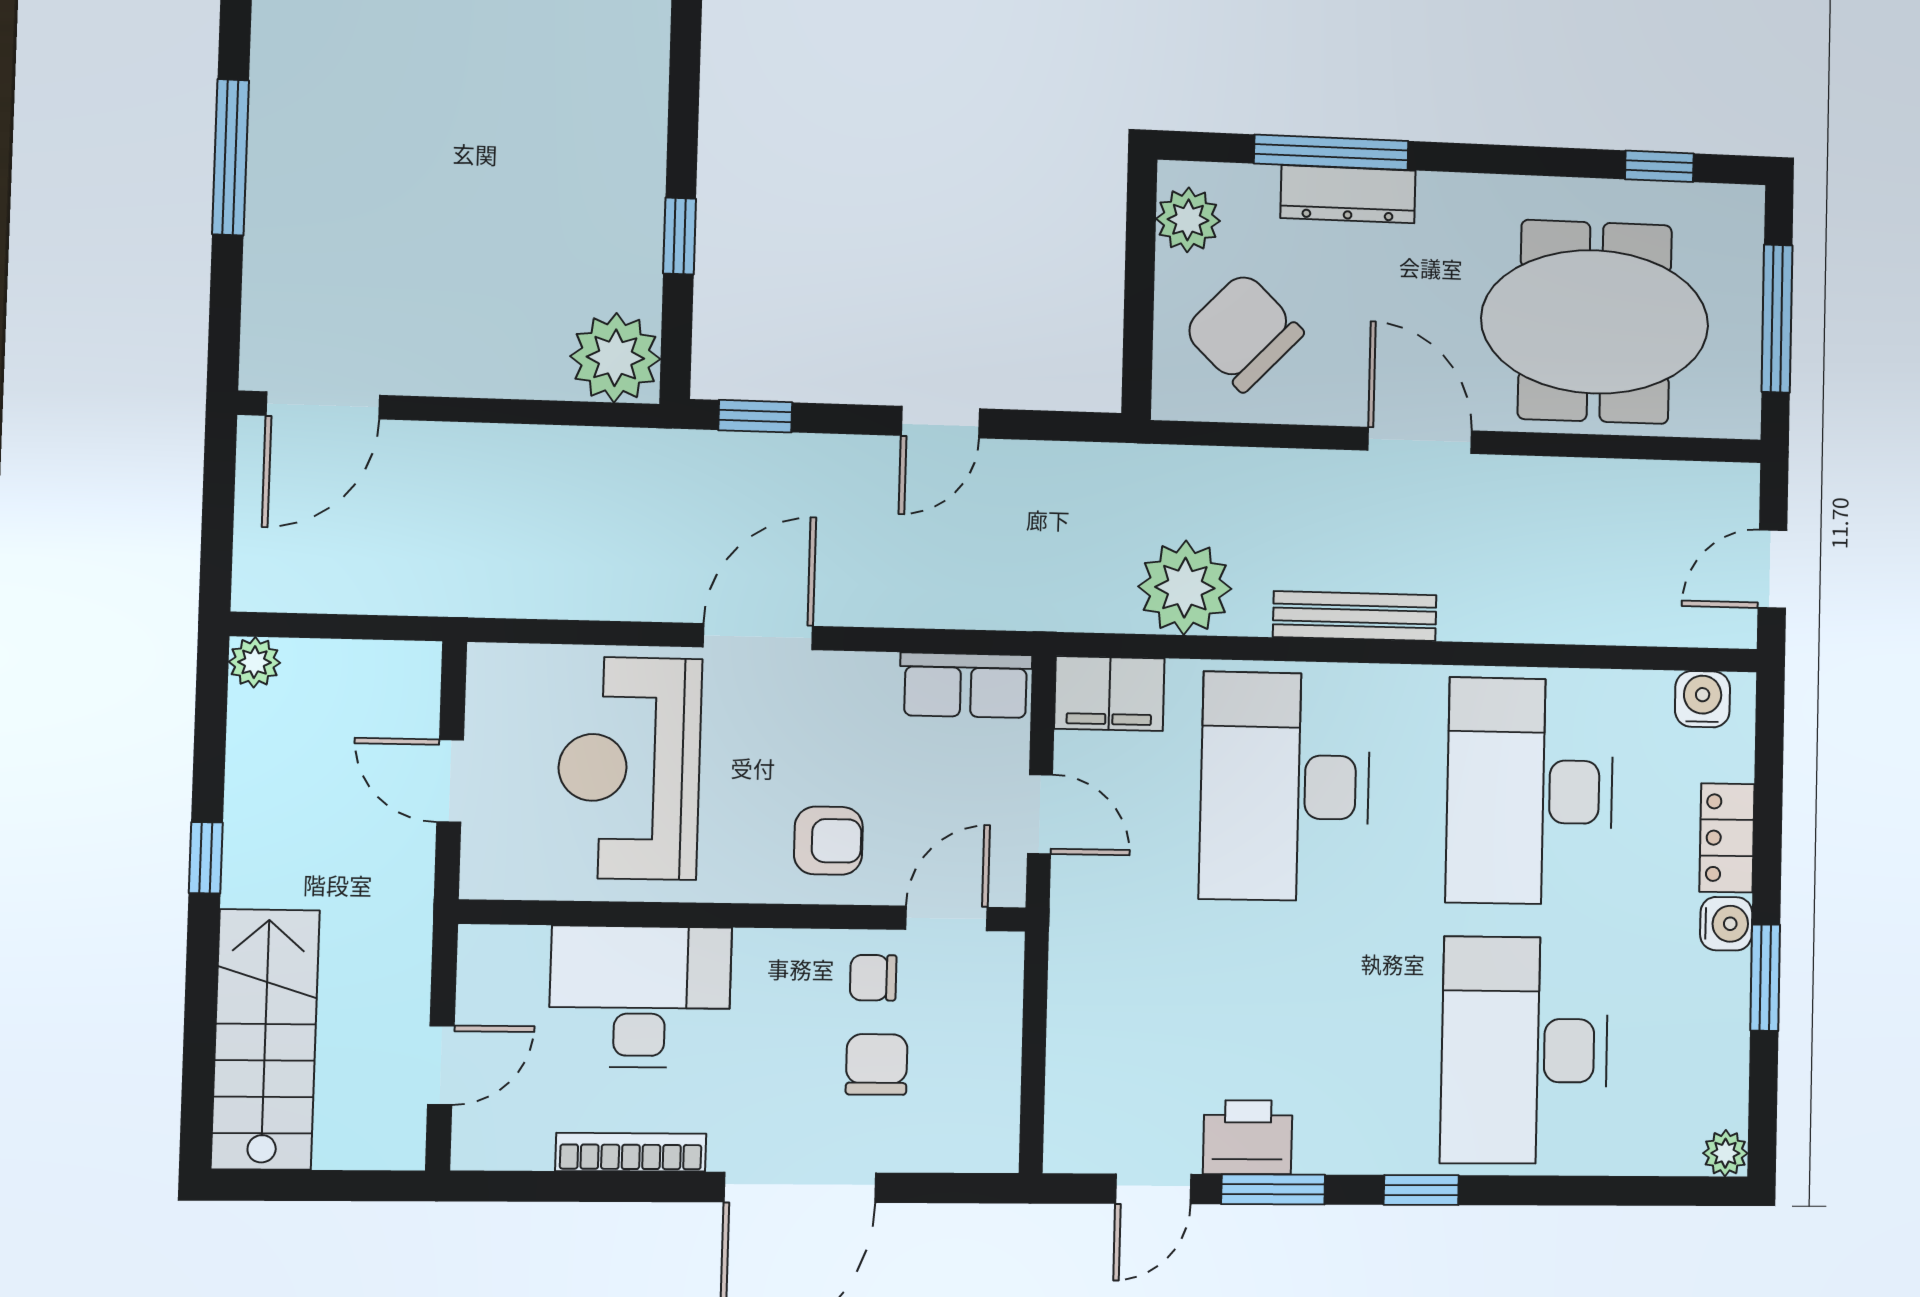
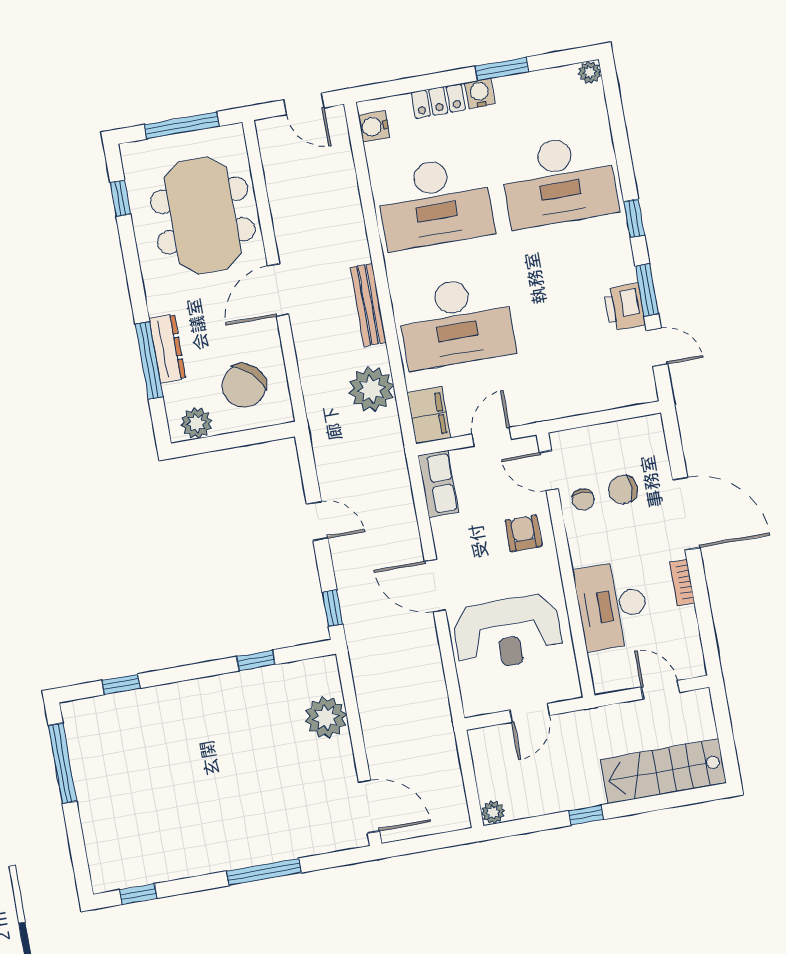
plant: (615, 358) -> (326, 718), moved
bookcase: (631, 1152) -> (682, 583), width x0.64

